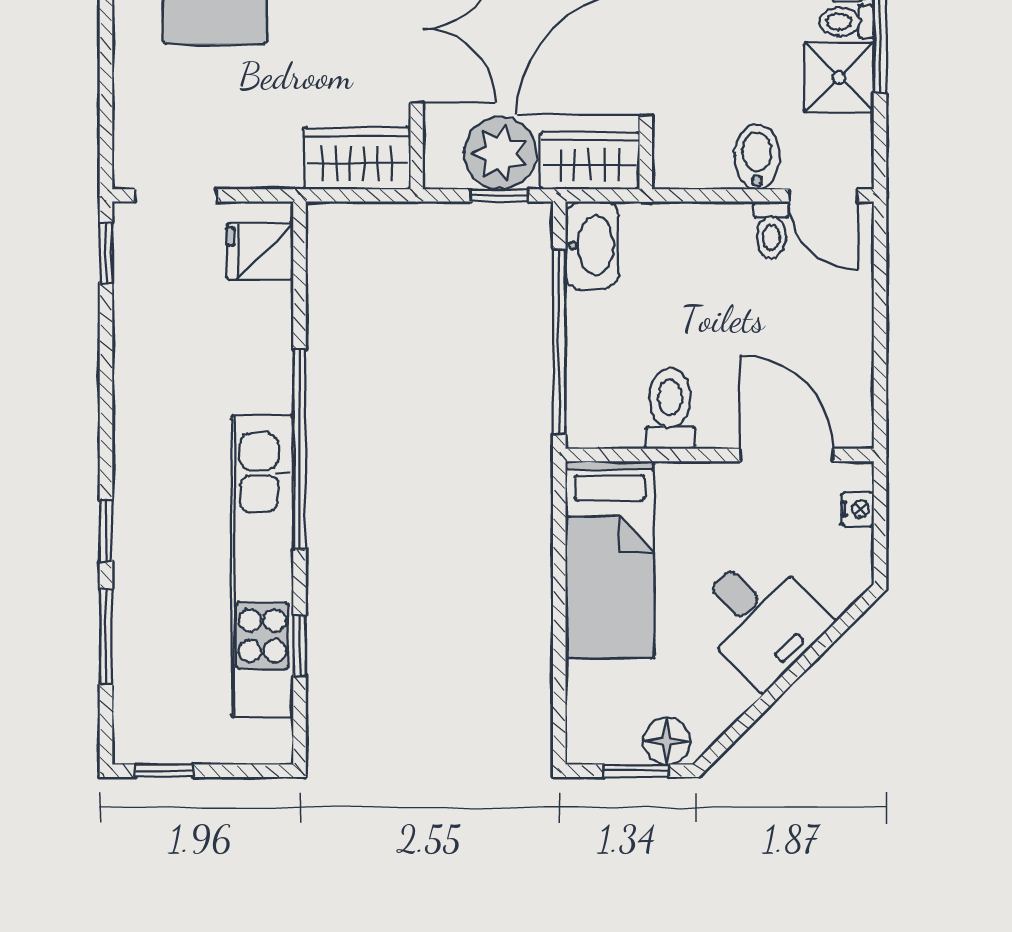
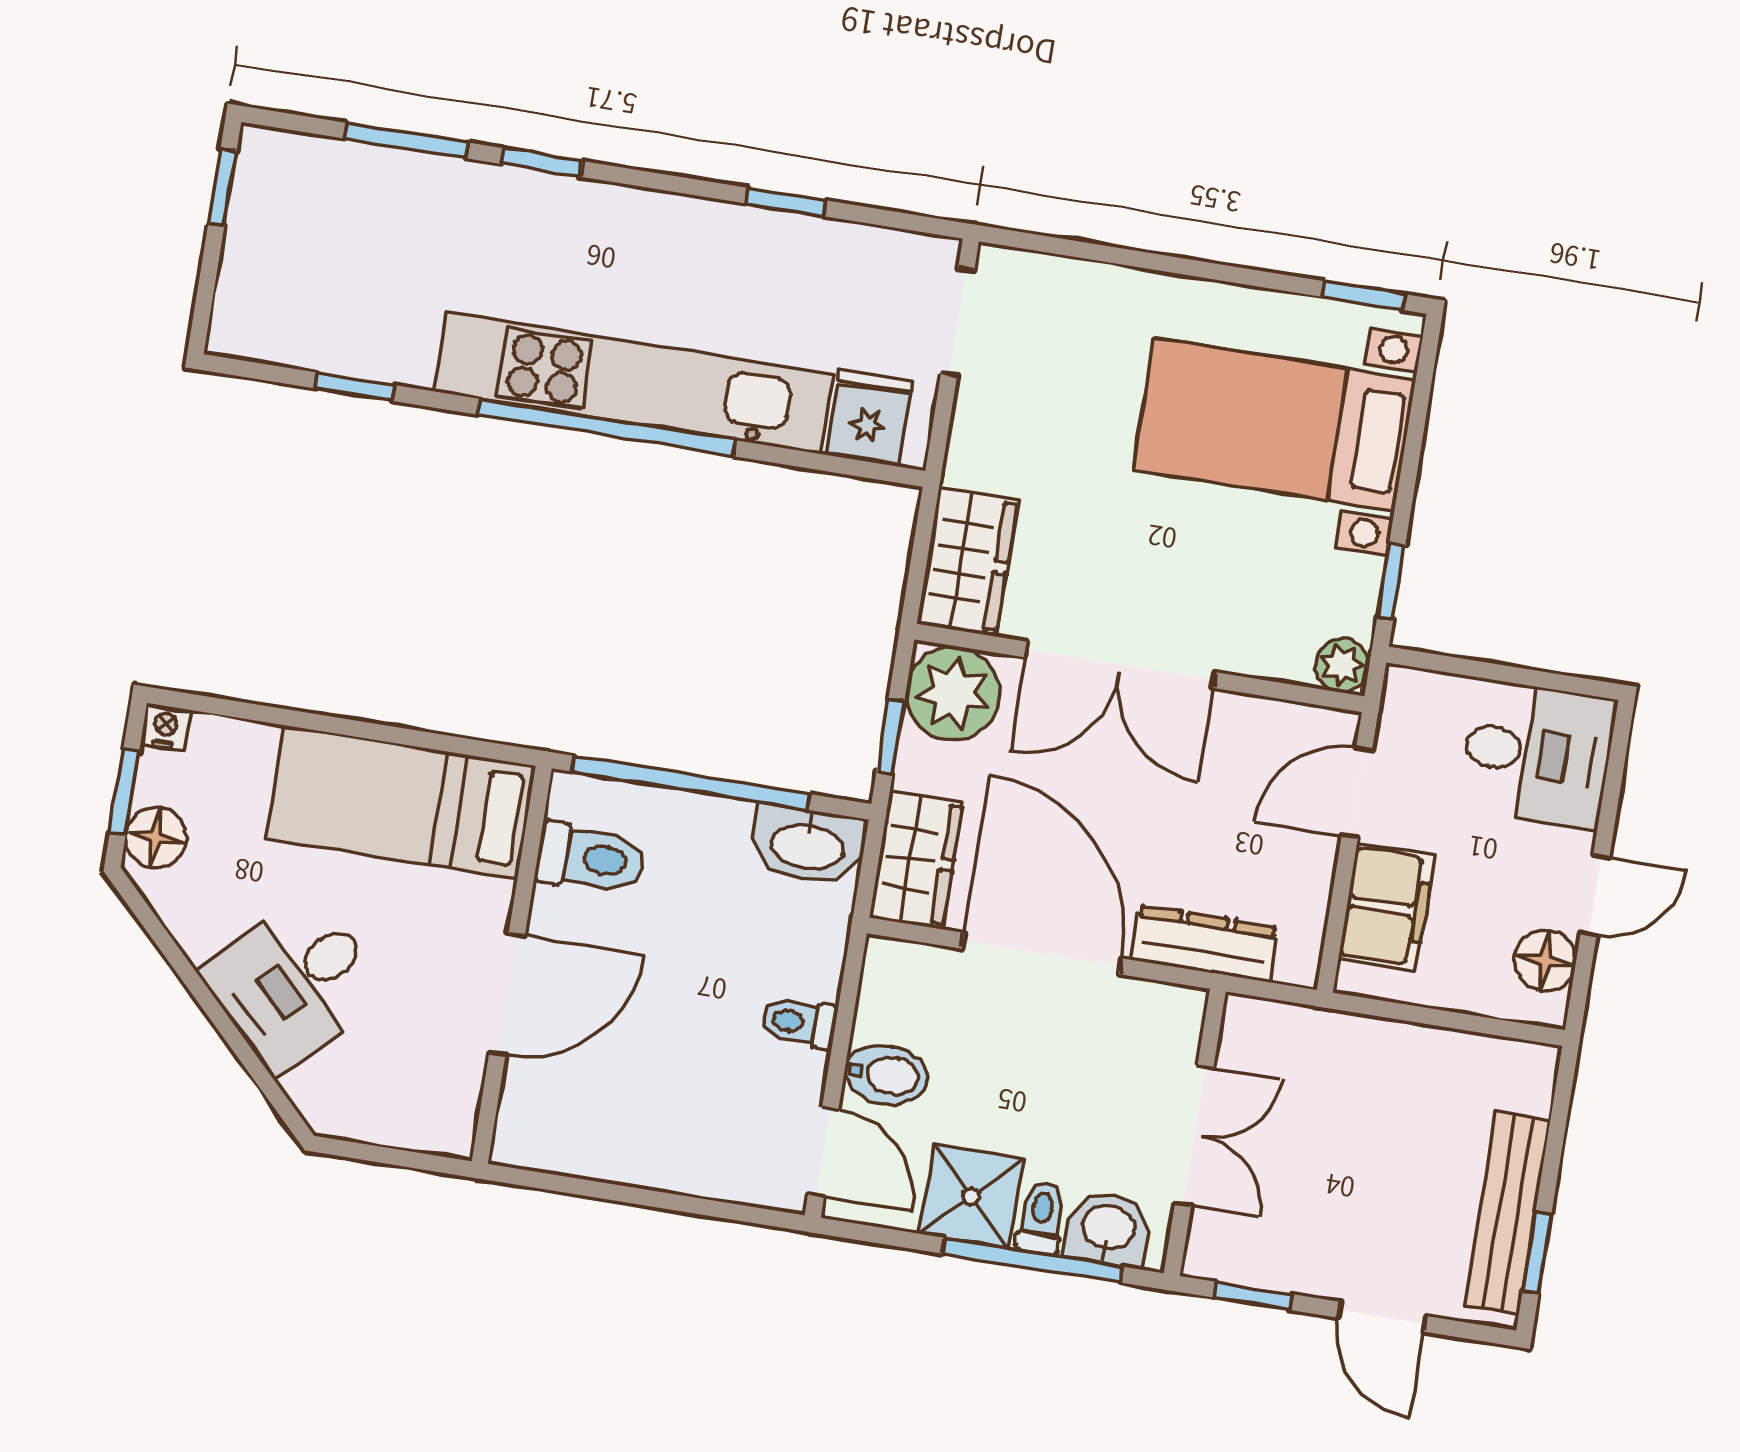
plant: (500, 153) -> (953, 693), moved
door: (823, 195) -> (823, 1152), swing flipped
toilet: (771, 230) -> (799, 1023), moved
window: (106, 253) -> (786, 202), moved
toilet: (670, 408) -> (590, 858), moved
door: (787, 455) -> (507, 994), moved
nightstand: (858, 509) -> (165, 727), moved, turned 180
kitchen unit: (262, 566) -> (634, 383), moved

